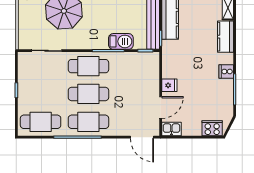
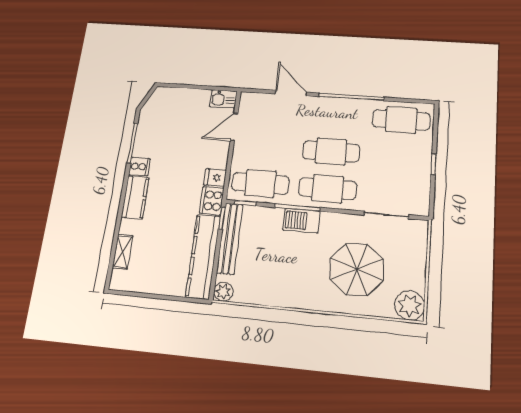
kitchen counter: (226, 37) -> (135, 197), moved
barbecue: (121, 41) -> (301, 221), moved
fridge: (169, 85) -> (215, 178), moved
cafe table: (88, 122) -> (260, 183), moved
cooker: (212, 128) -> (212, 201), moved, turned 90
door: (142, 137) -> (291, 93), moved

